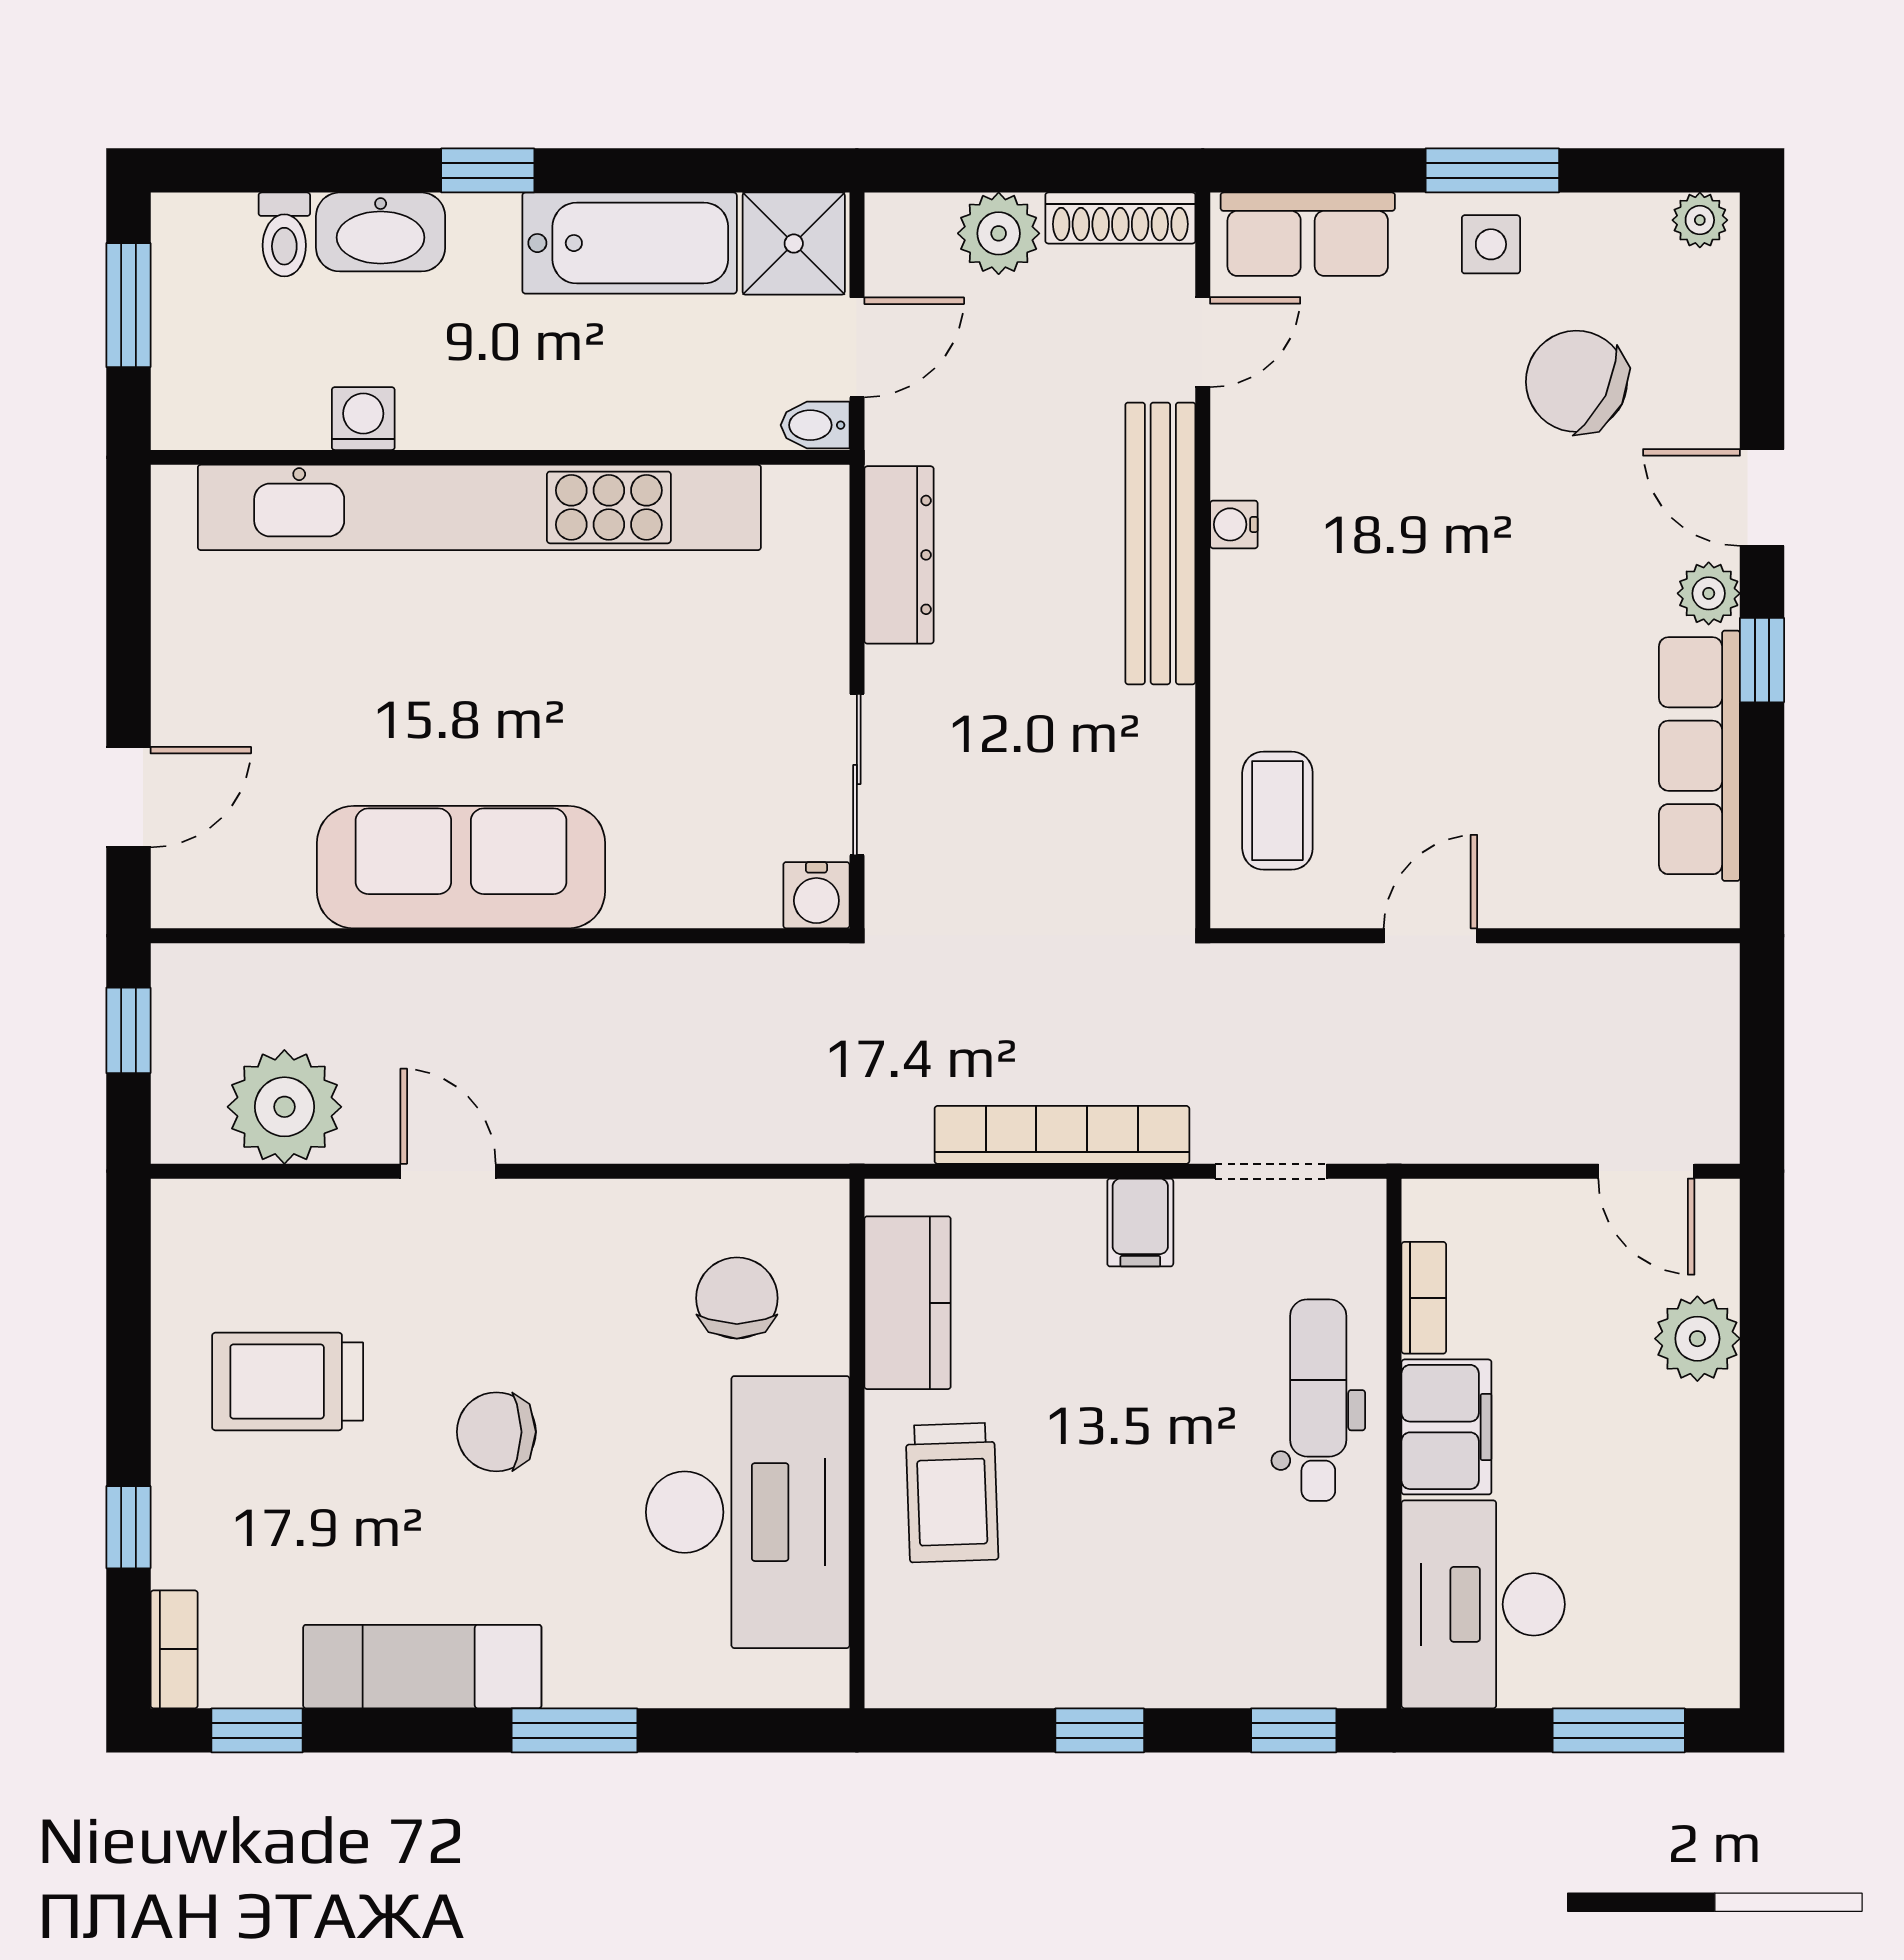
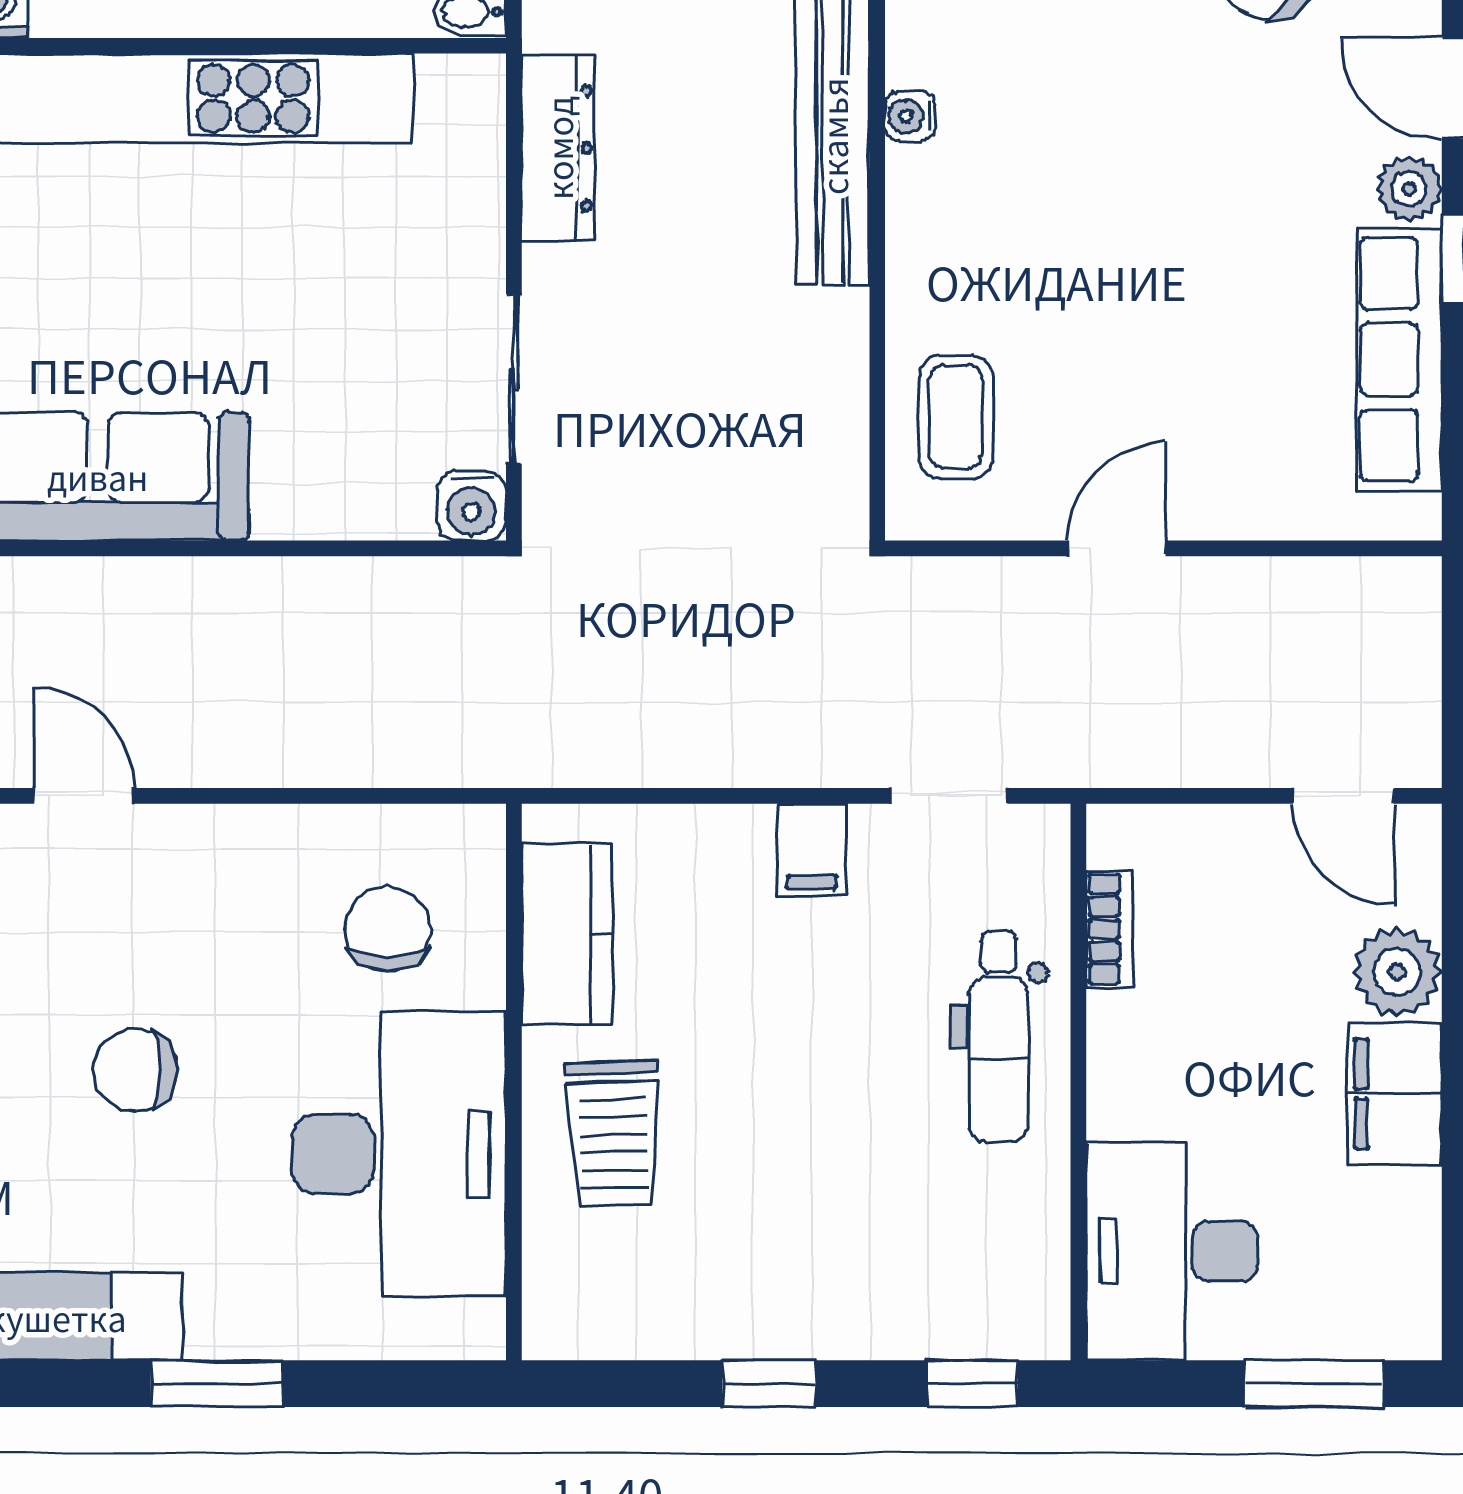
bookcase: (1062, 1135) -> (729, 758), removed
dental chair: (1318, 1400) -> (999, 1037), turned 180
filing cabinet: (1446, 1427) -> (1394, 1094), moved, turned 180

